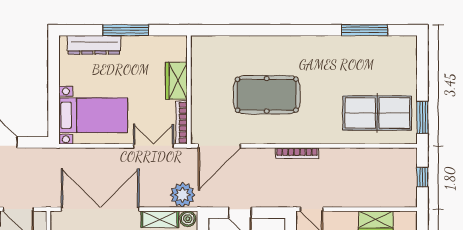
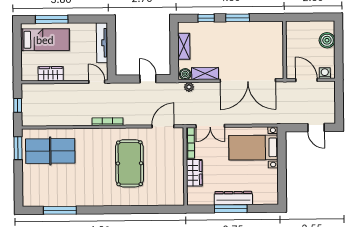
dresser: (94, 45) -> (233, 198), moved
pool table: (267, 95) -> (129, 163), turned 90
door: (219, 146) -> (163, 126), width x0.73
plant: (183, 195) -> (189, 87), width x0.53, depth x0.53

